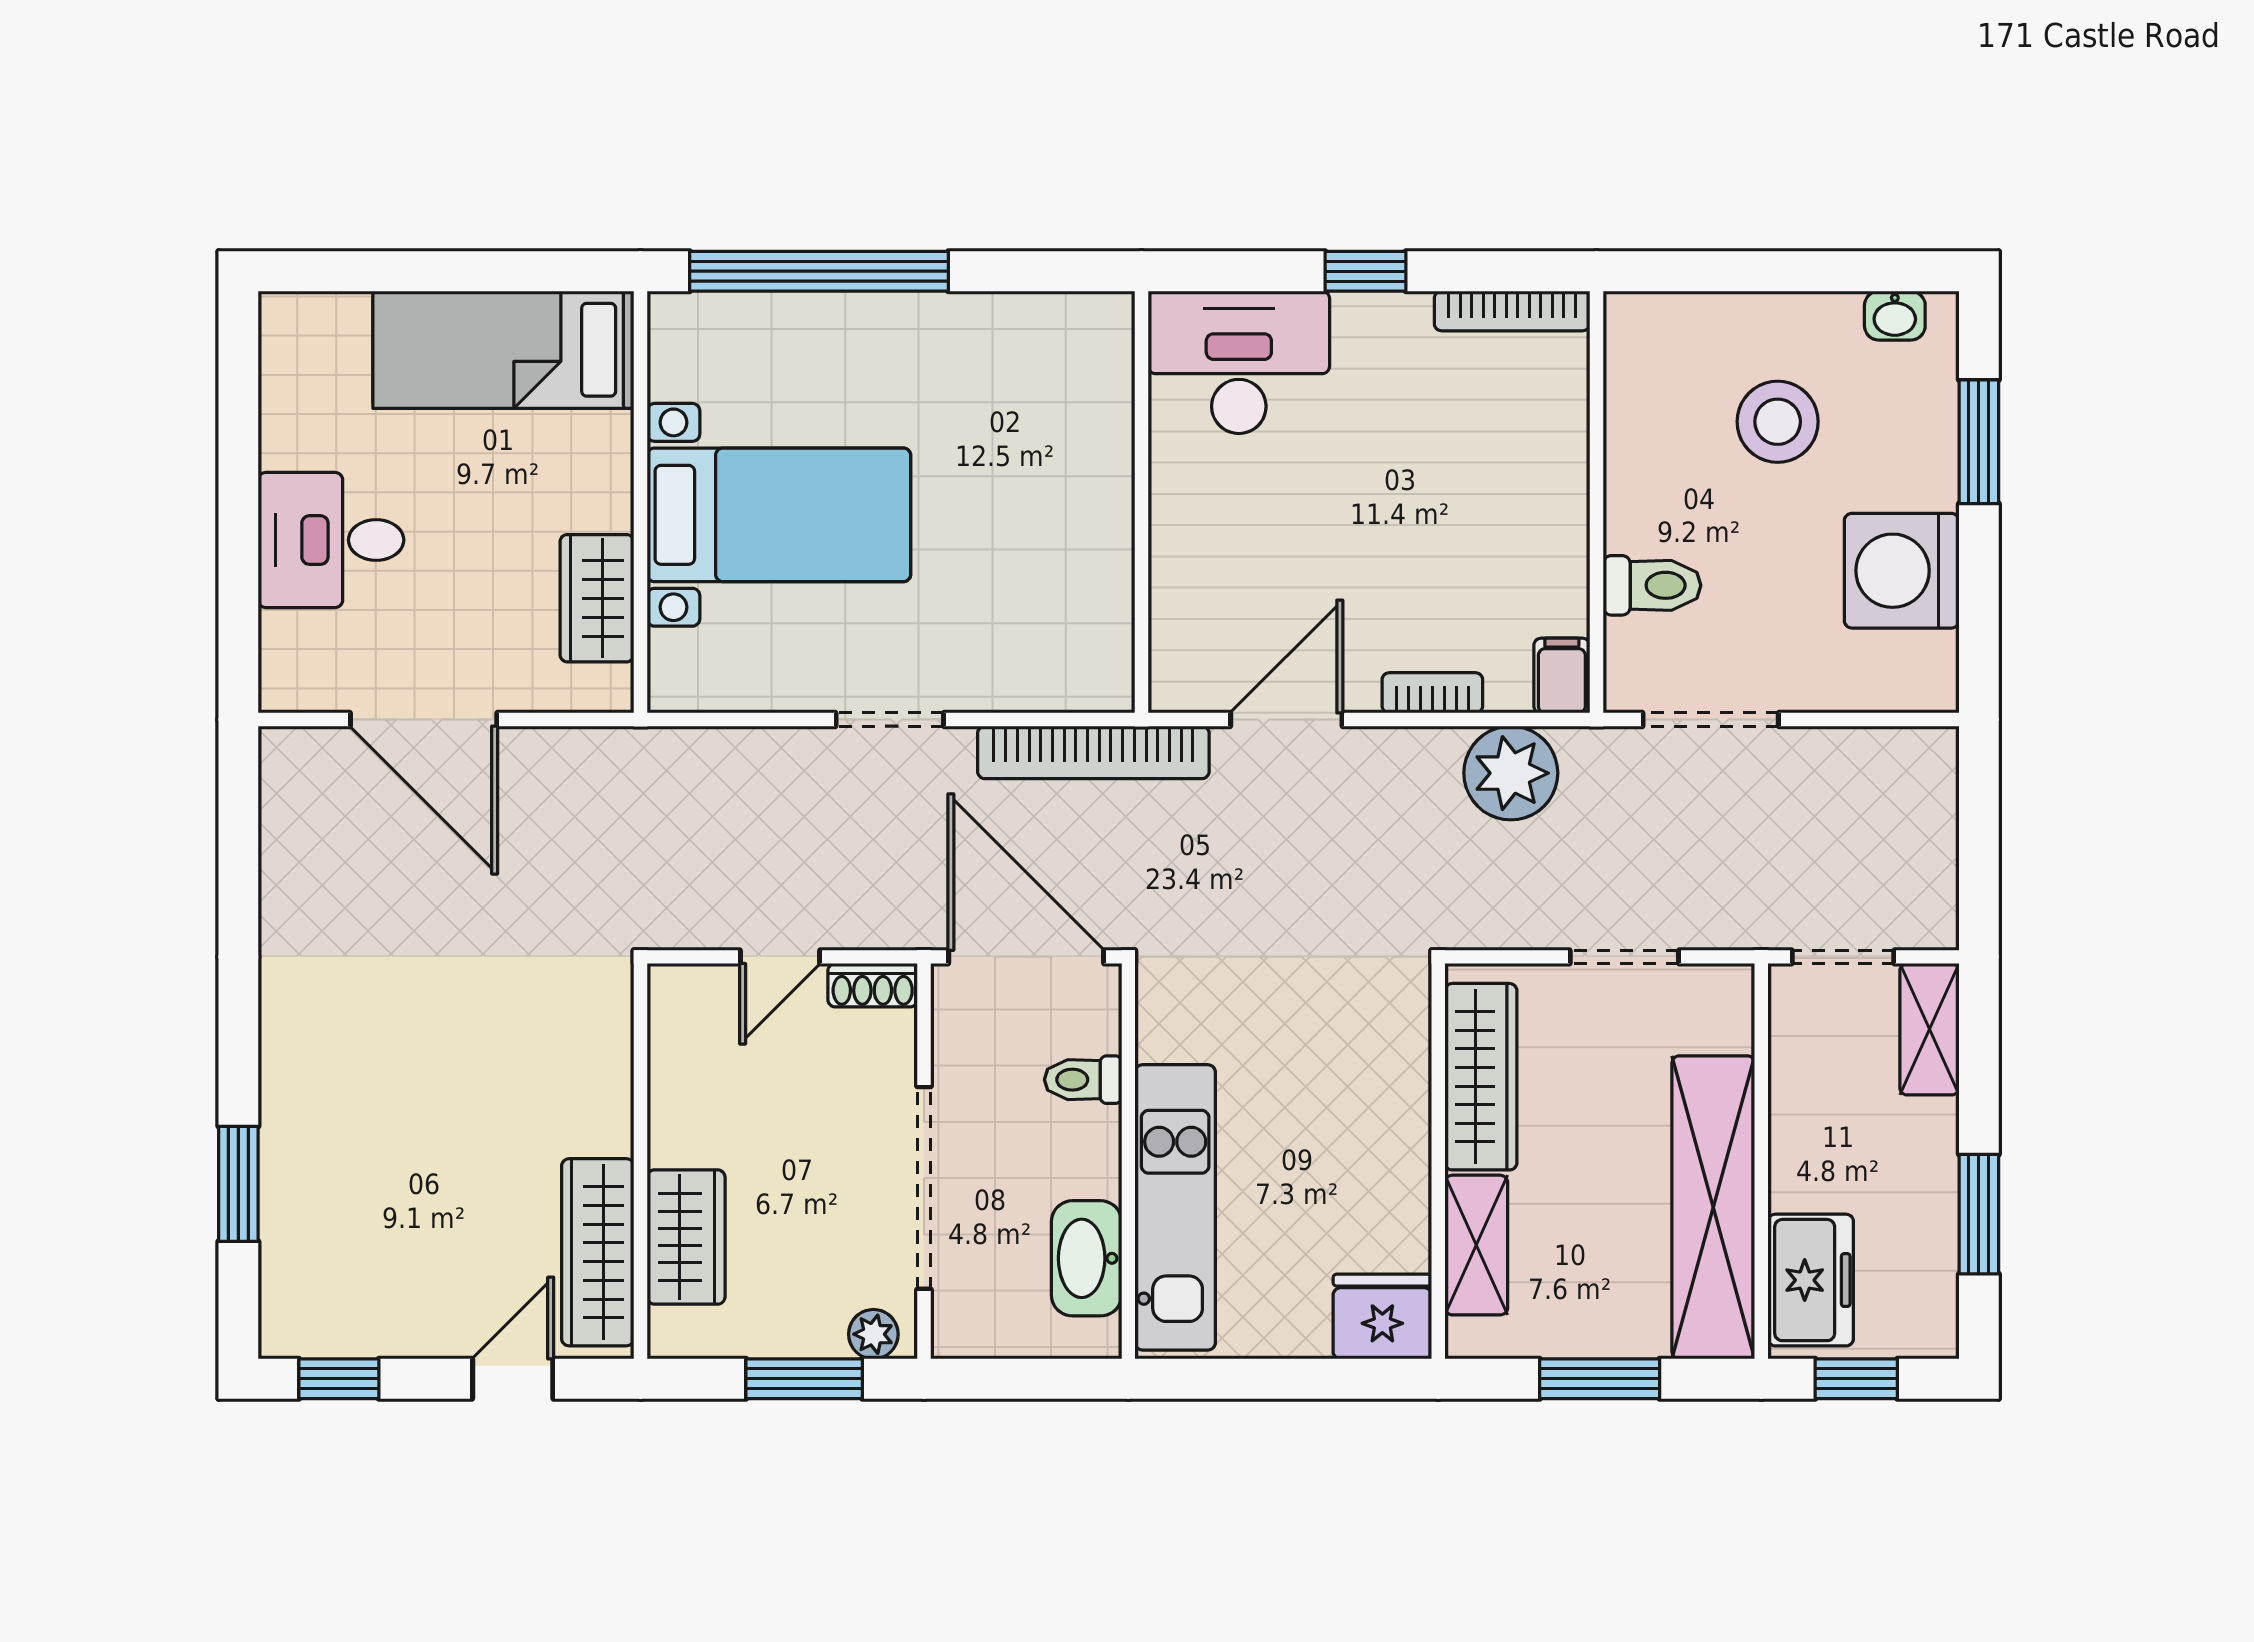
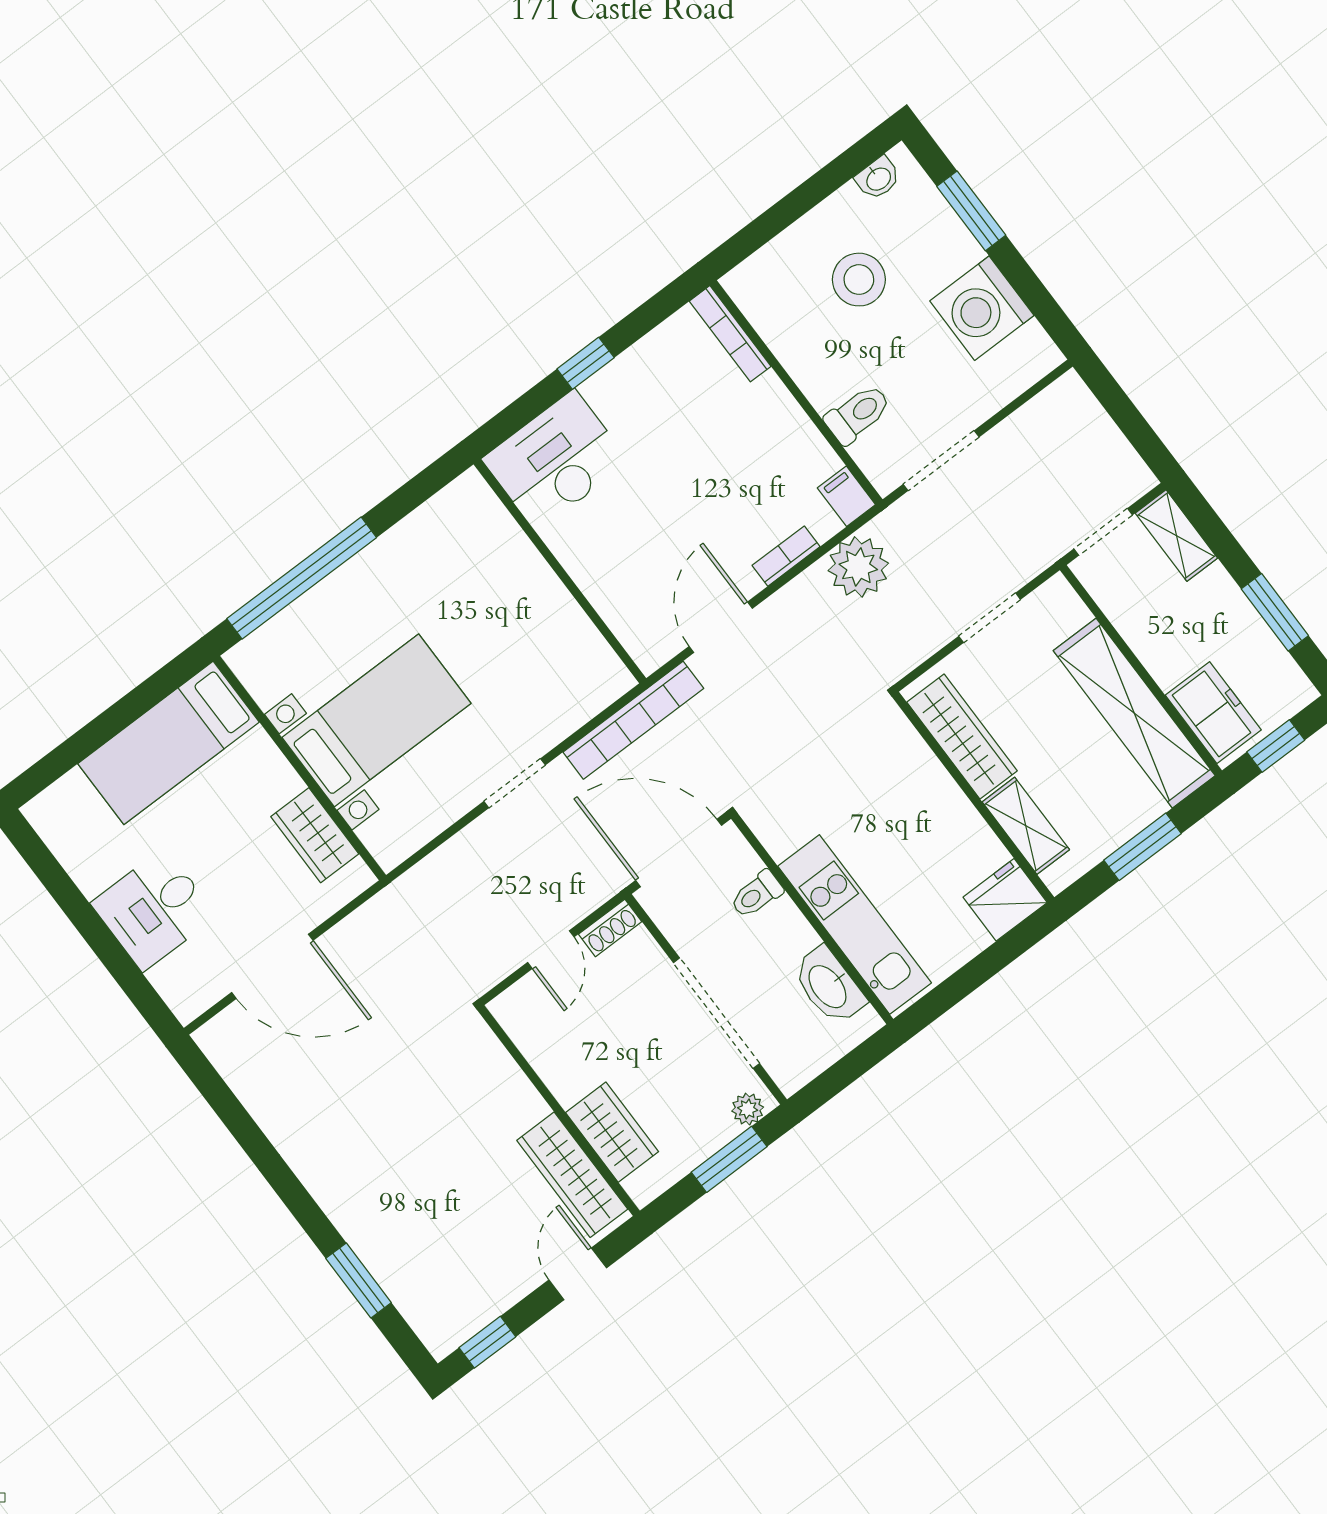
bookcase: (1512, 311) -> (730, 334), moved, turned 90

